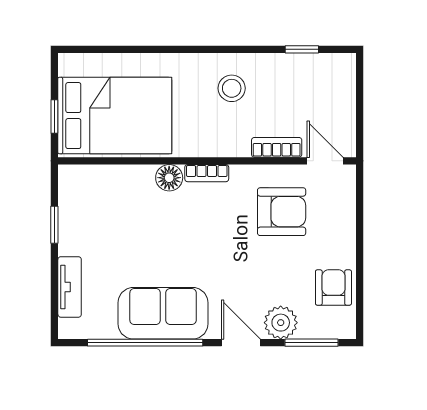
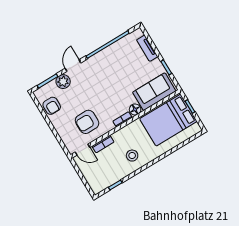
sofa: (163, 313) -> (154, 92), moved, turned 180
door: (241, 343) -> (73, 66), swing flipped

